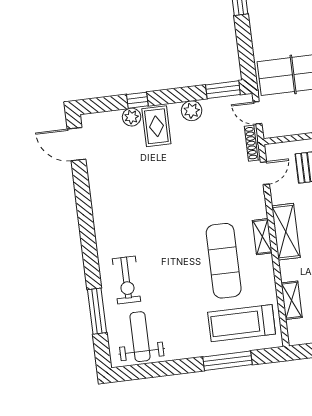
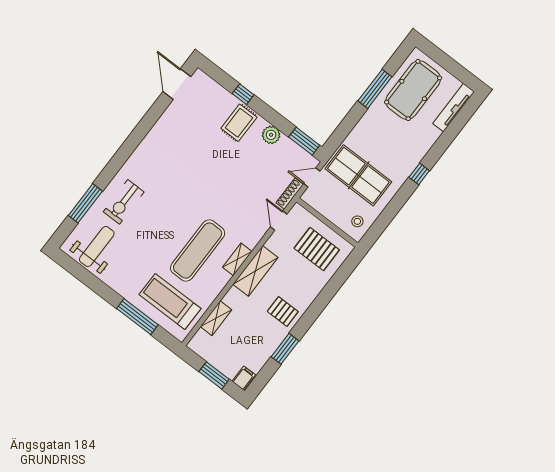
door: (258, 113) -> (312, 177), hinge flipped
plant: (132, 117) -> (229, 101), removed
door: (265, 173) -> (279, 221), swing flipped

